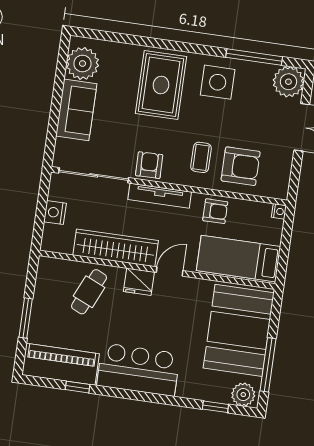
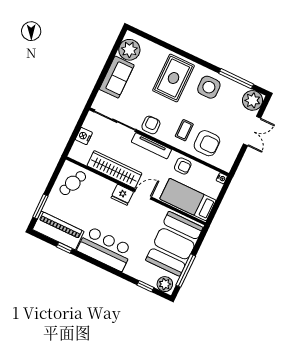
cafe table: (89, 292) -> (73, 183), moved
window: (26, 318) -> (40, 206), moved

